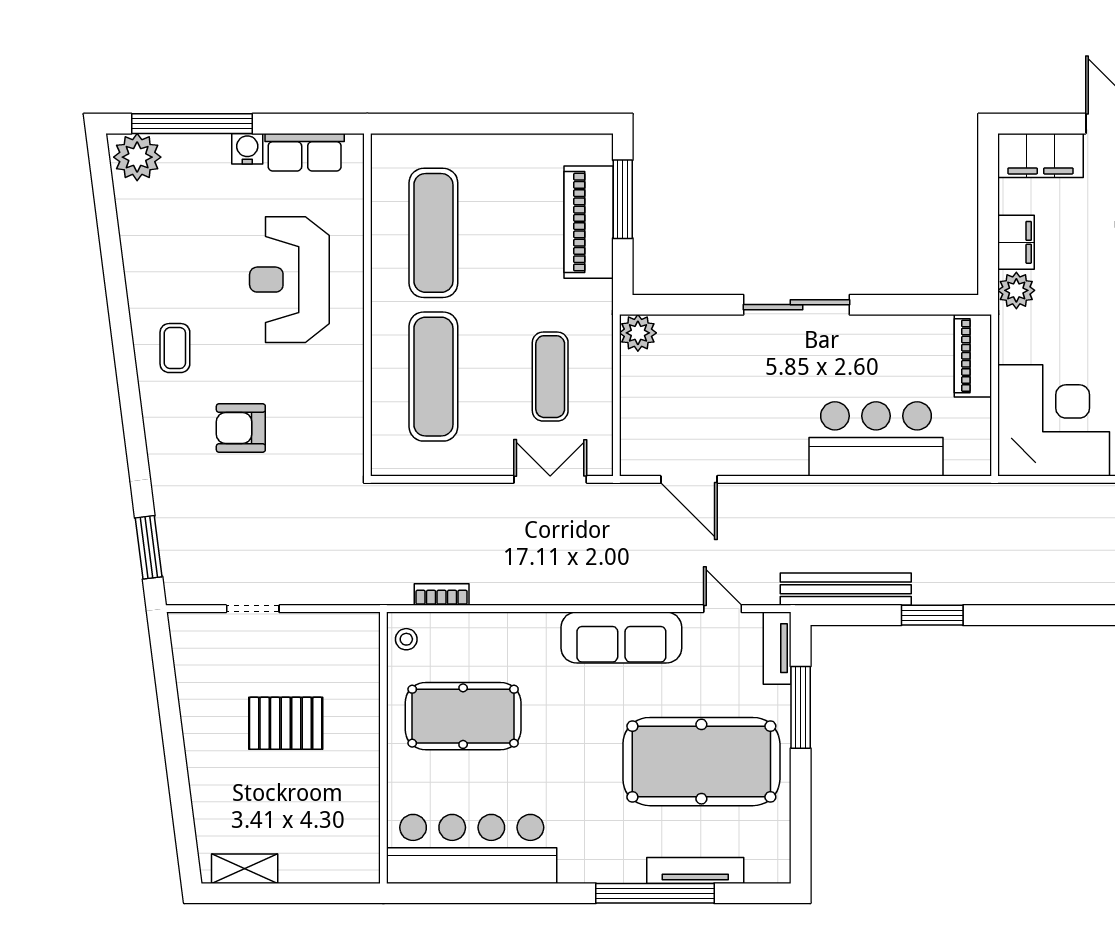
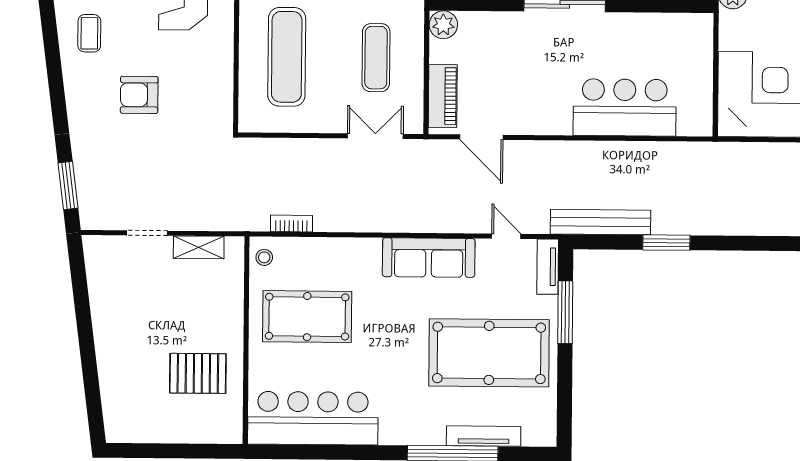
piano: (973, 356) -> (443, 96), moved, turned 180
pallet: (286, 723) -> (198, 373), moved
shelving: (245, 869) -> (199, 247), moved

